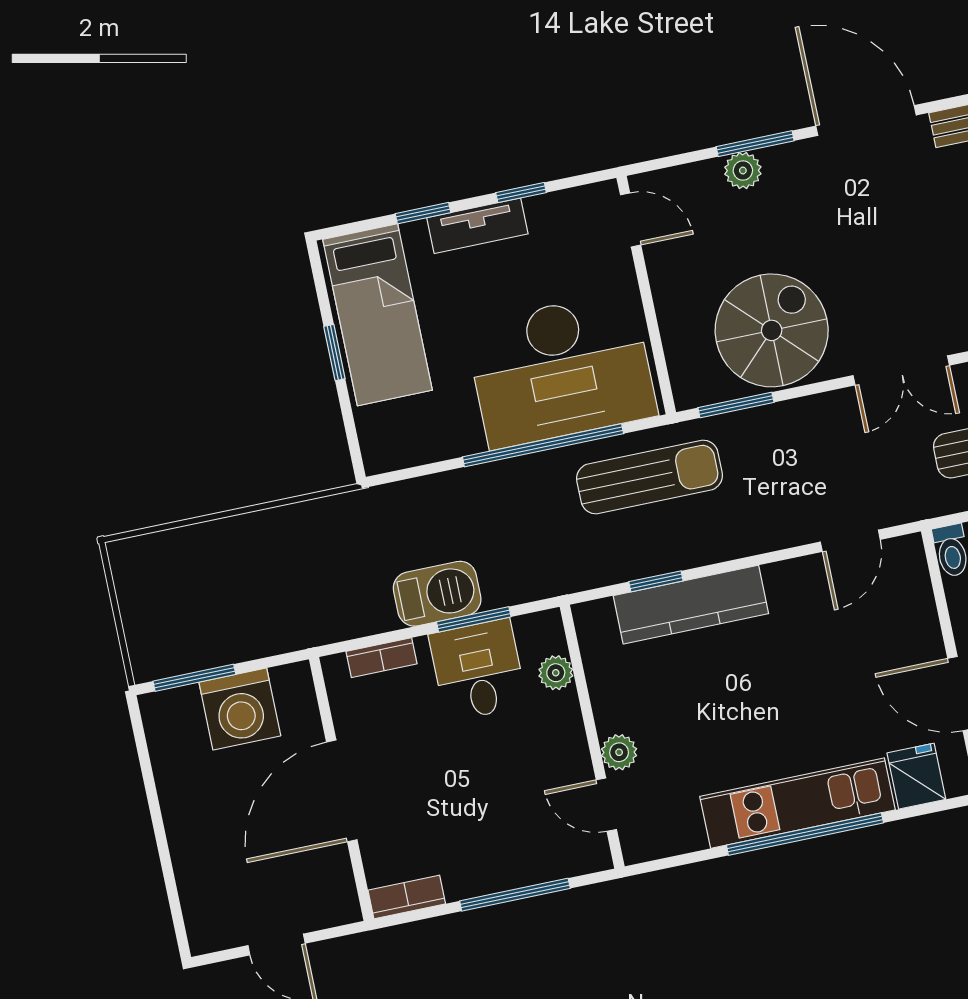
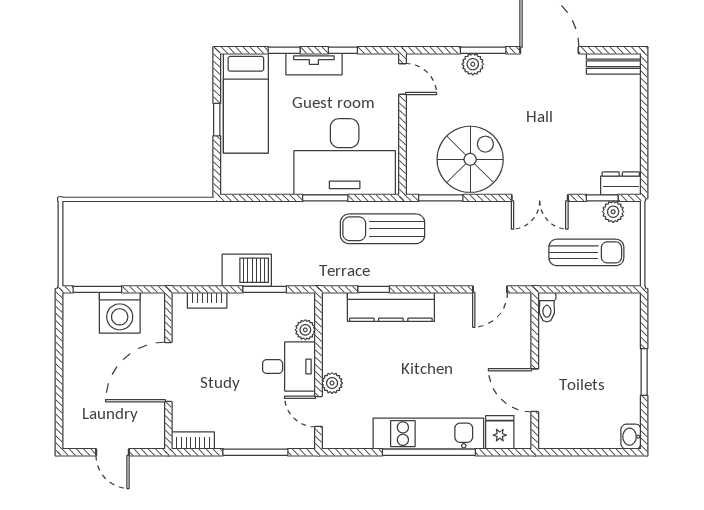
window: (543, 445) -> (325, 198), width x0.47
sun lounger: (650, 477) -> (383, 229), turned 180
desk: (478, 670) -> (289, 367), moved, turned 90

